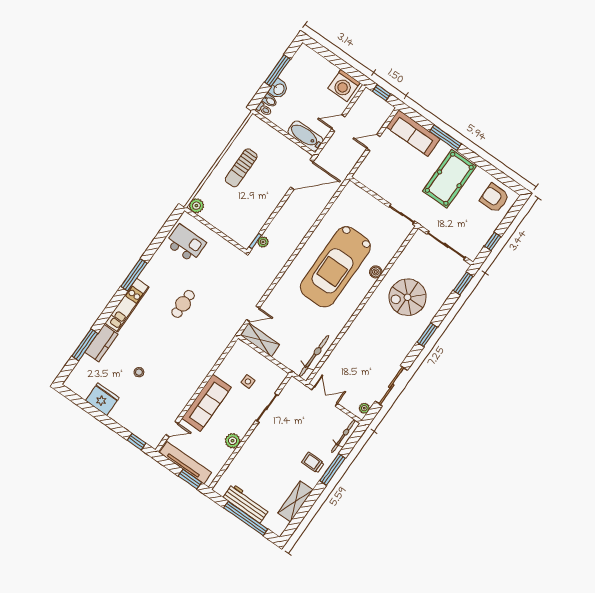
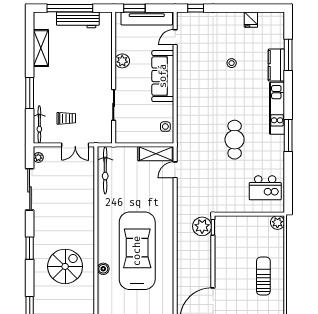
plant: (263, 242) -> (202, 226), width x1.87, depth x1.87
cafe table: (183, 304) -> (235, 140), width x1.37, depth x1.35
side table: (248, 381) -> (165, 127), moved
fridge: (102, 399) -> (251, 20), width x0.53, depth x0.75
trolley: (313, 463) -> (66, 118), moved

